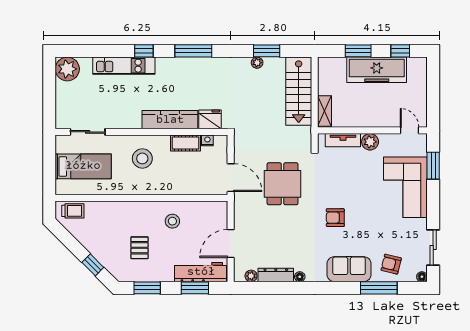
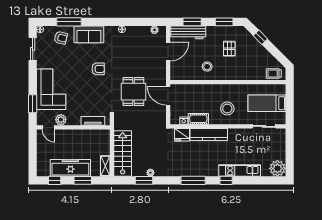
shelving: (325, 111) -> (105, 166), moved
plant: (370, 142) -> (61, 120), moved
dresser: (276, 275) -> (138, 31), removed

